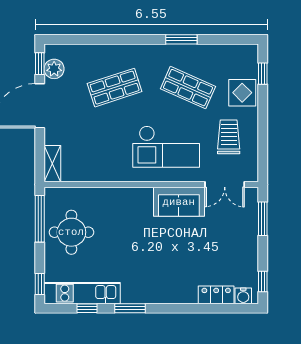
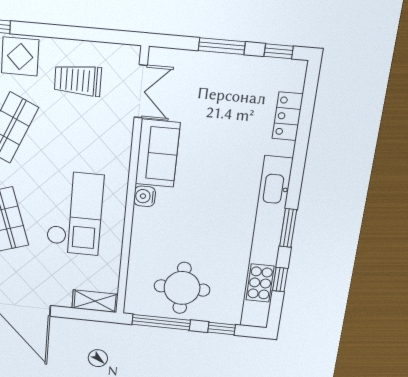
checkout: (166, 147) -> (75, 213), moved
window: (263, 219) -> (222, 46), moved
window: (40, 284) -> (222, 328), moved
kitchen unit: (82, 293) -> (266, 244), width x1.86
water cooler: (243, 296) -> (145, 196), moved, turned 180

